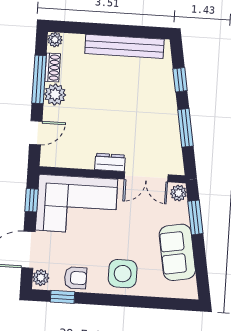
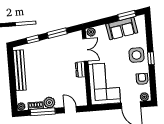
window: (31, 200) -> (105, 107), removed
window: (195, 217) -> (127, 15), moved
window: (63, 297) -> (151, 58), moved

